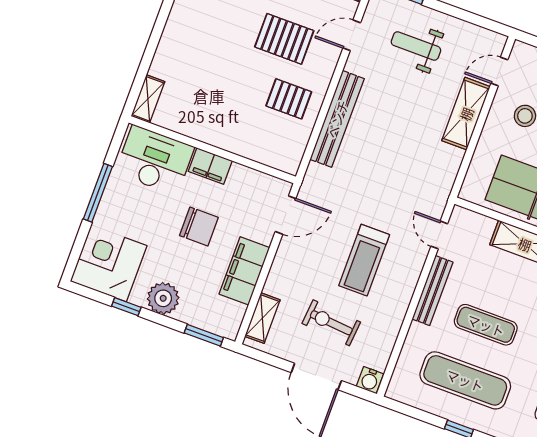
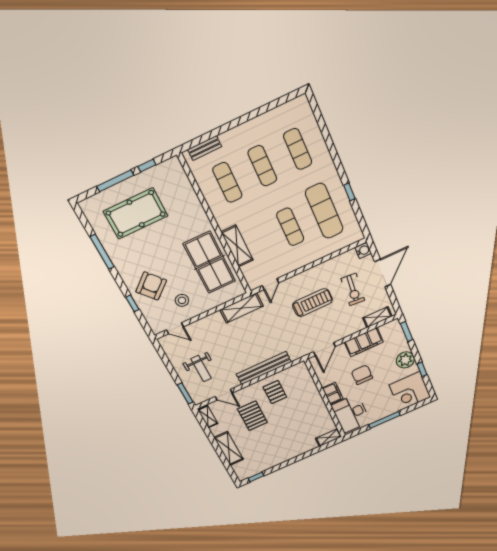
shelving: (466, 114) -> (242, 308), moved
door: (286, 215) -> (324, 349), swing flipped
bench: (432, 291) -> (298, 263), removed

